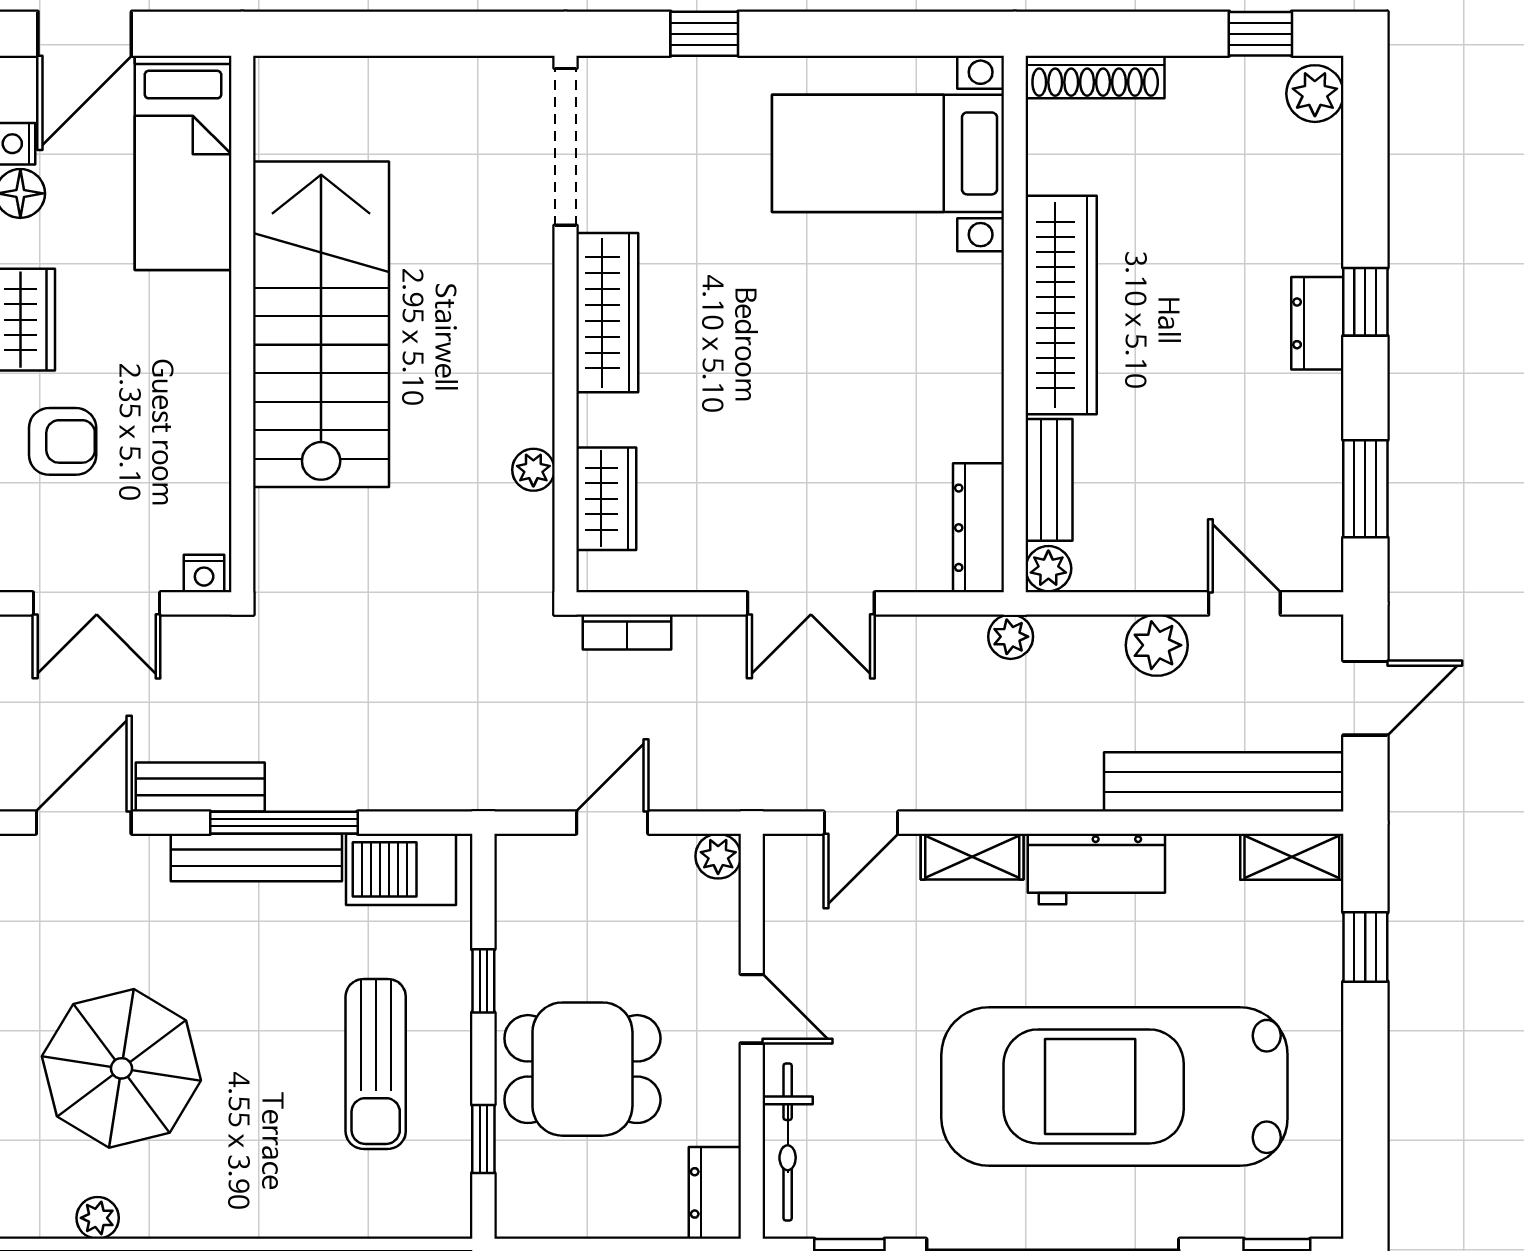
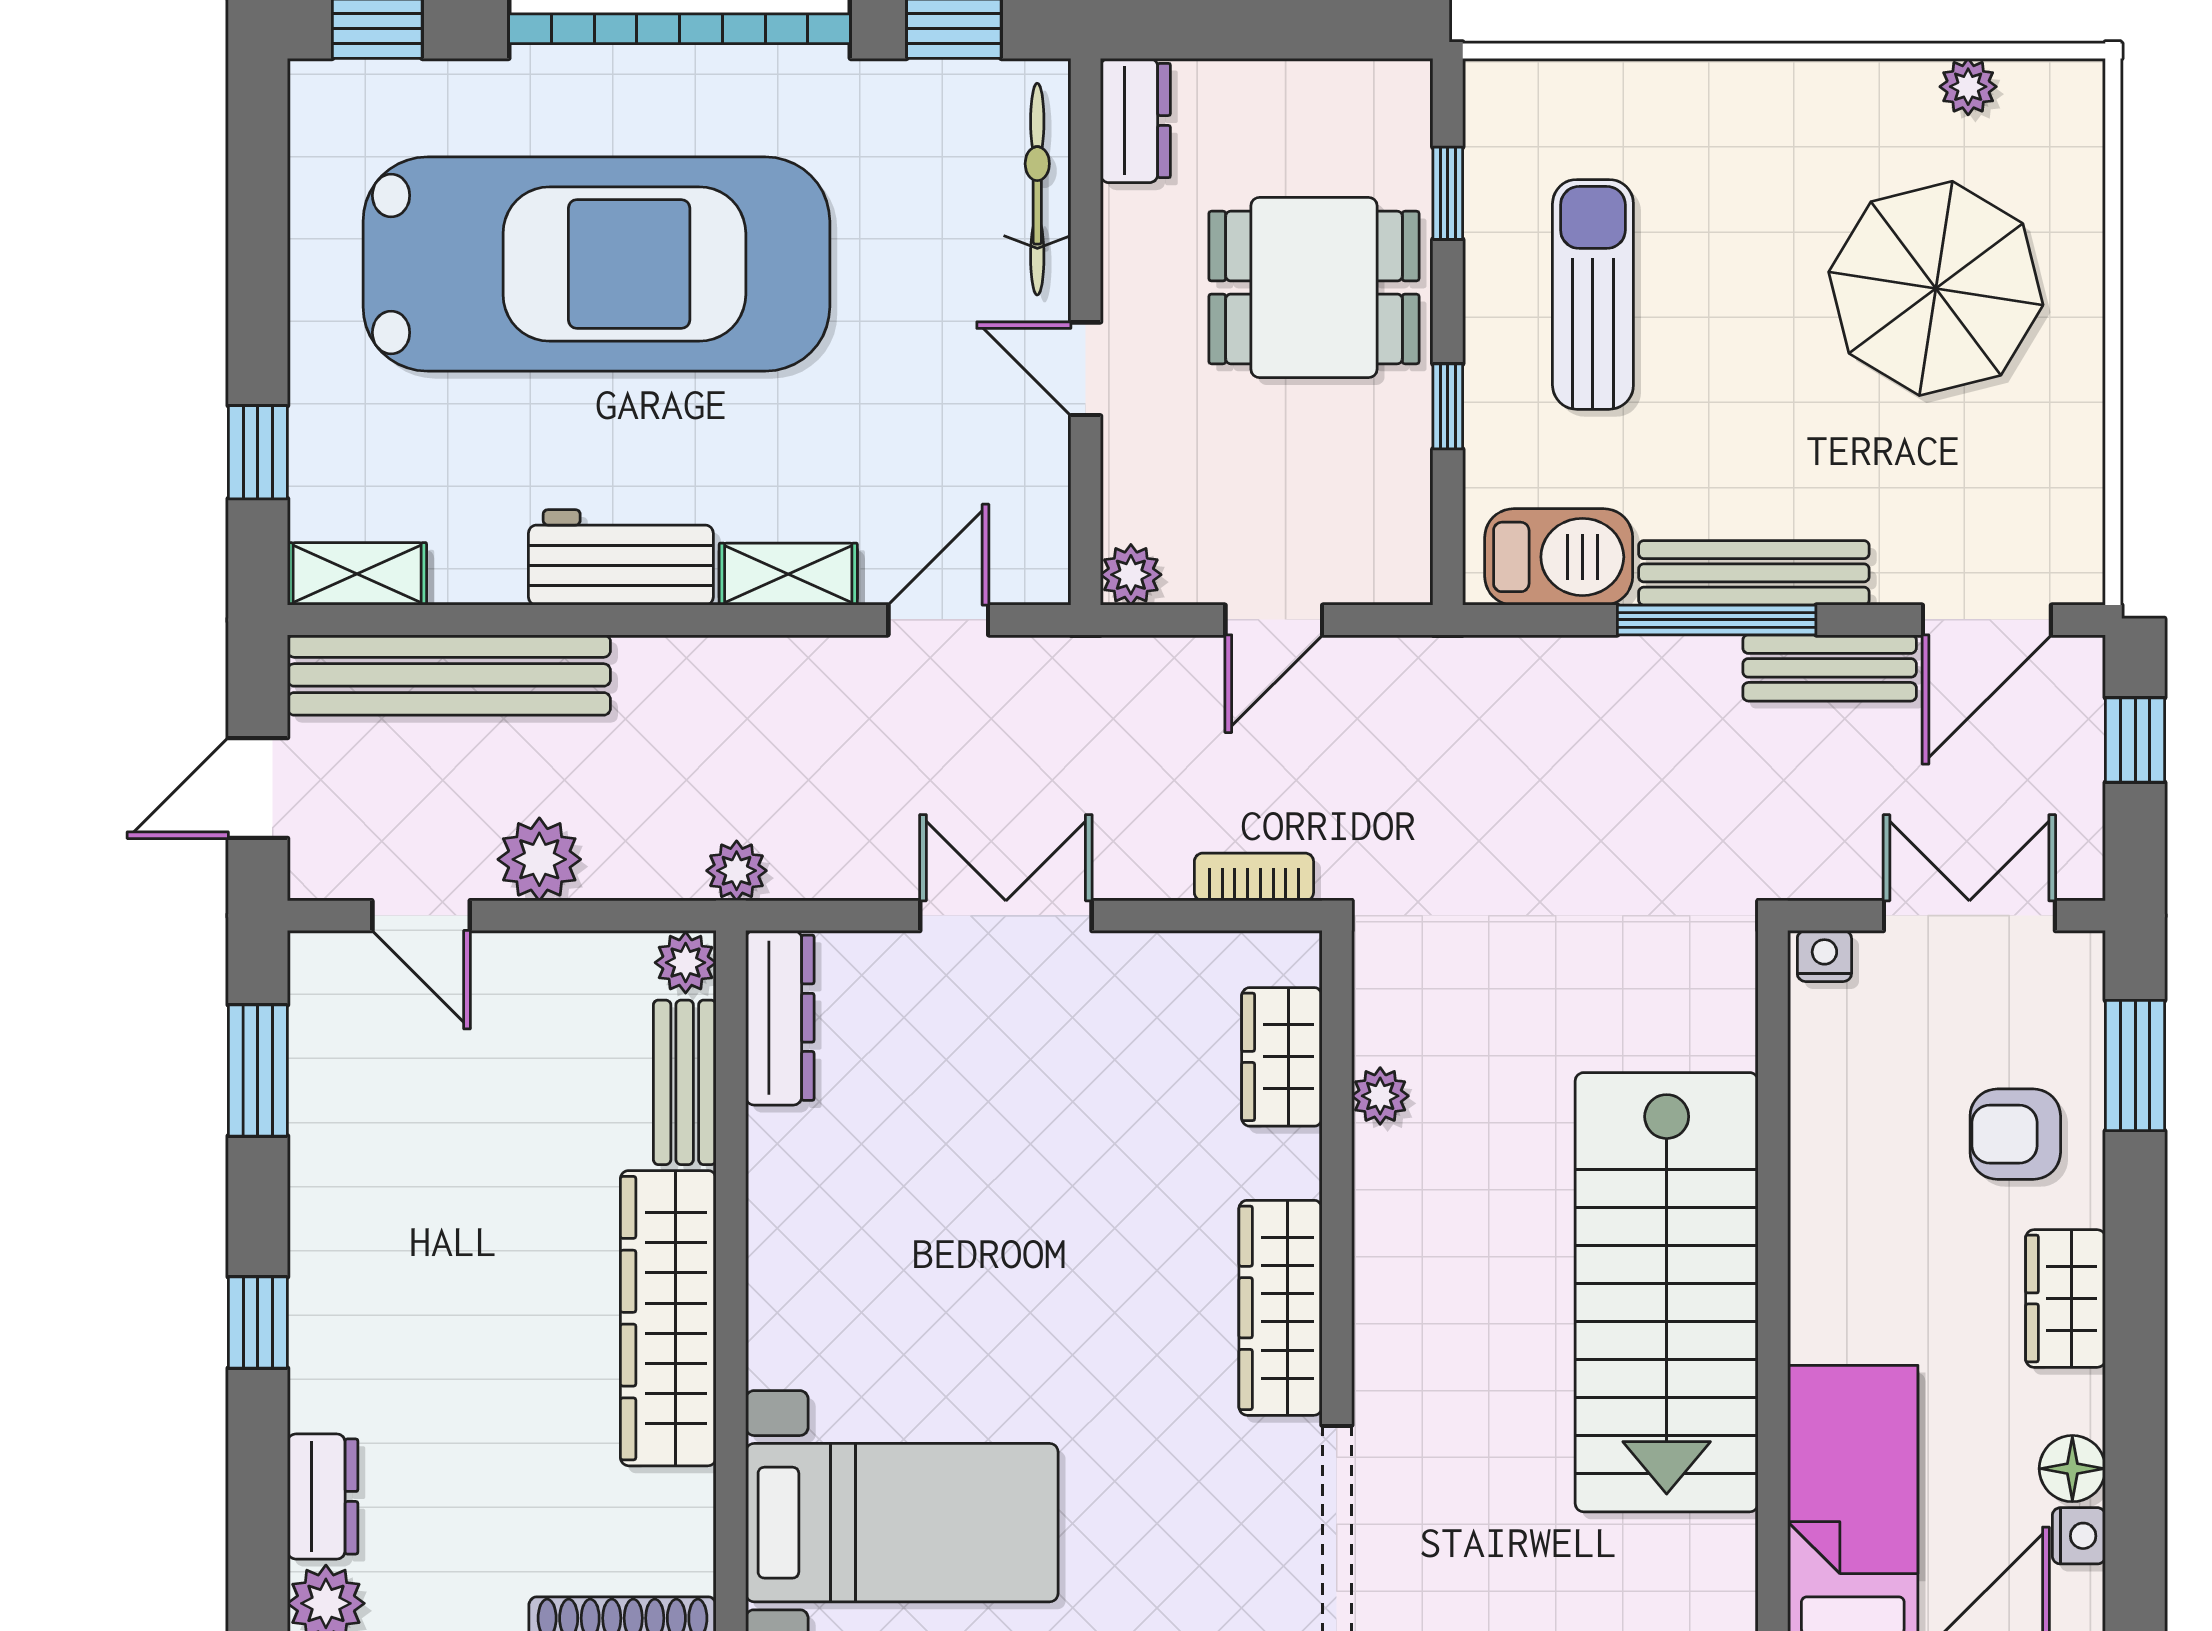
dresser: (1317, 323) -> (323, 1496), moved

